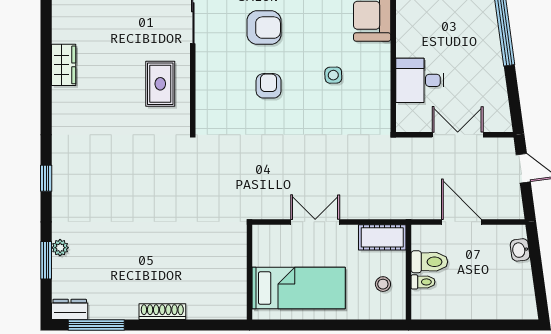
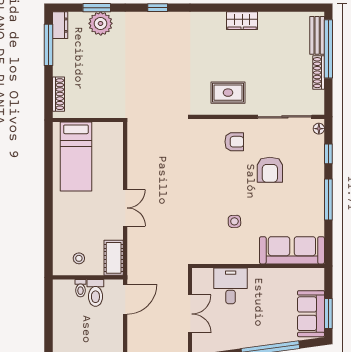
armchair: (269, 86) -> (234, 142), moved
door: (461, 222) -> (125, 299), moved
plant: (60, 248) -> (101, 23), width x1.88, depth x1.88
wall: (249, 272) -> (88, 120), moved
bed: (299, 288) -> (76, 157), moved

